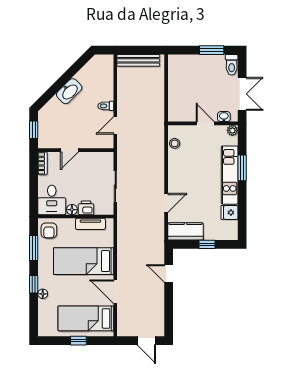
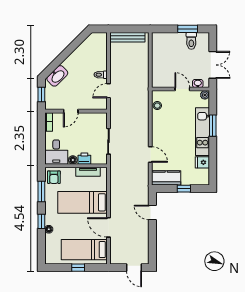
toilet: (232, 65) -> (191, 41), moved
washbasin: (69, 91) -> (57, 76), moved
door: (166, 203) -> (150, 154), hinge flipped

